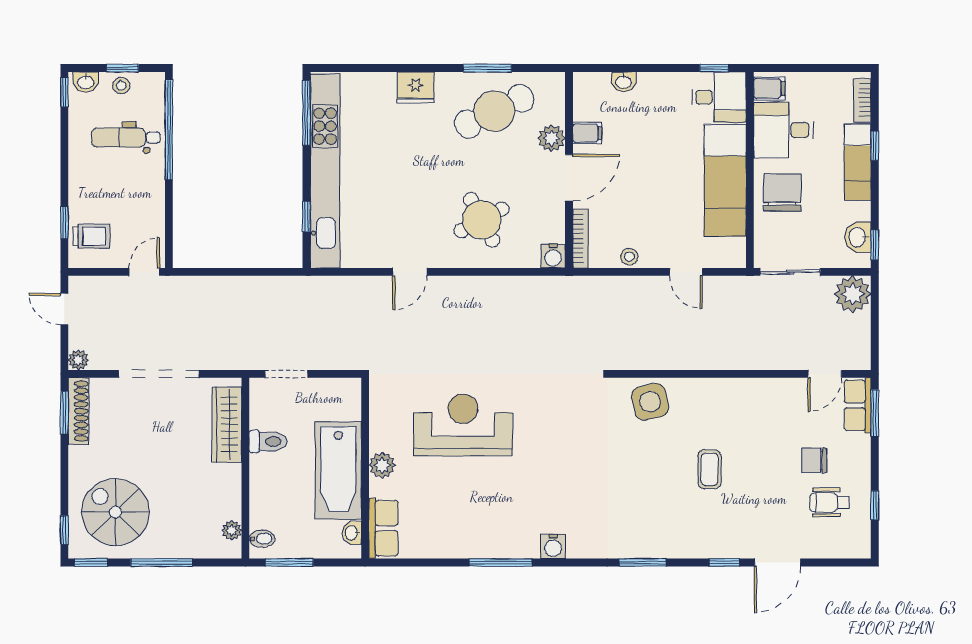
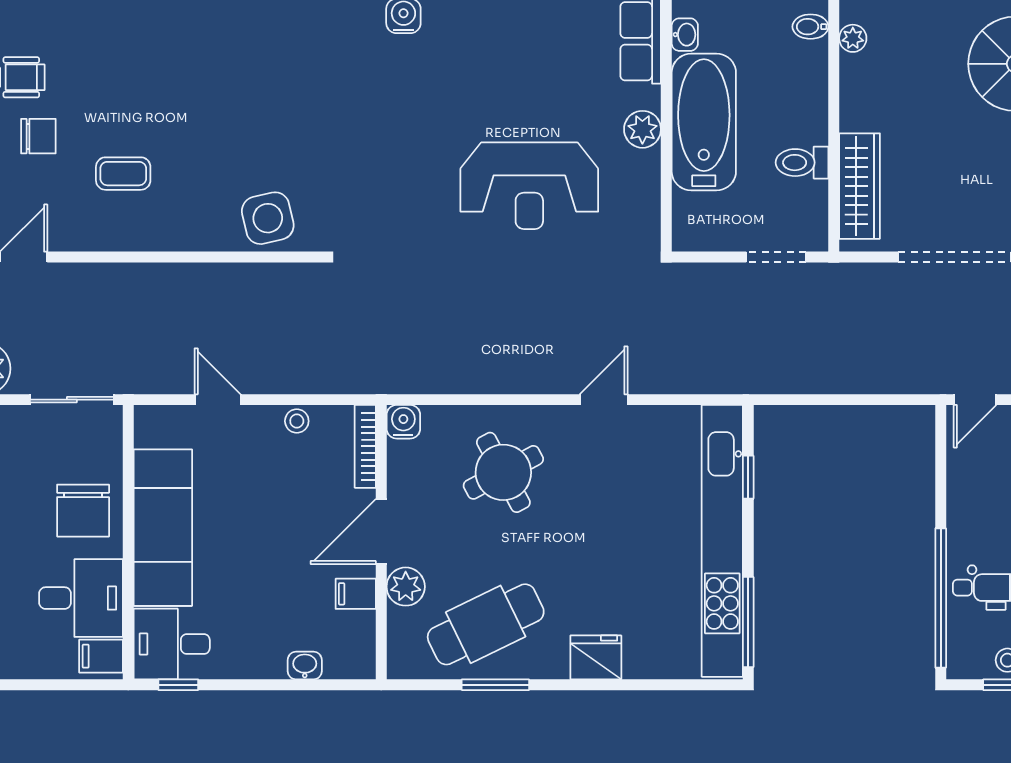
coffee table: (709, 469) -> (123, 174), moved, turned 90

